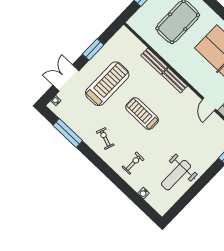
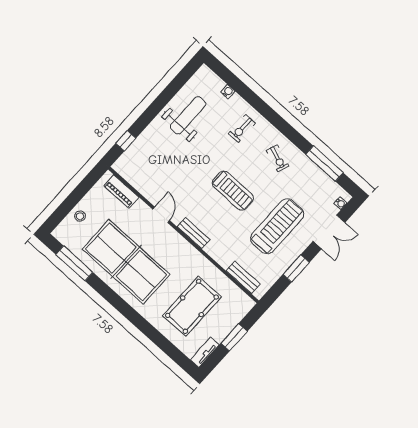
bench: (154, 61) -> (243, 277), moved
treadmill: (107, 84) -> (277, 226), turned 180
door: (209, 104) -> (161, 215), moved

